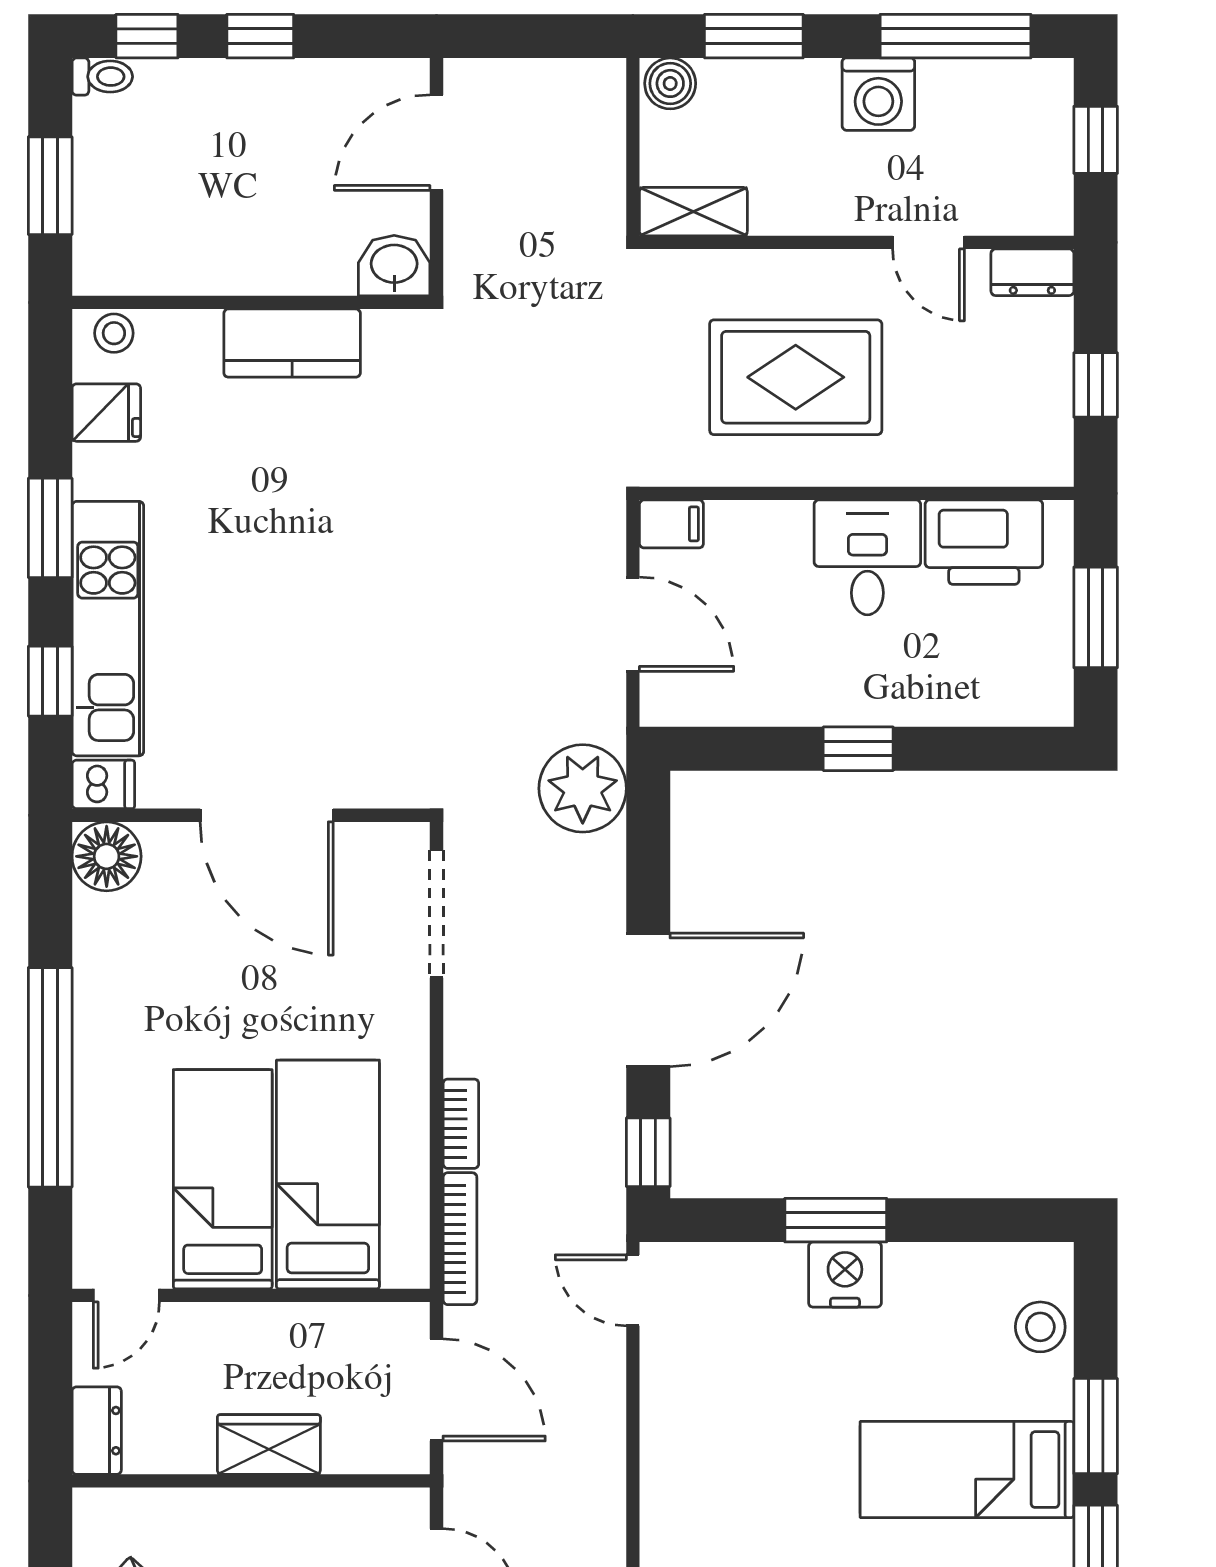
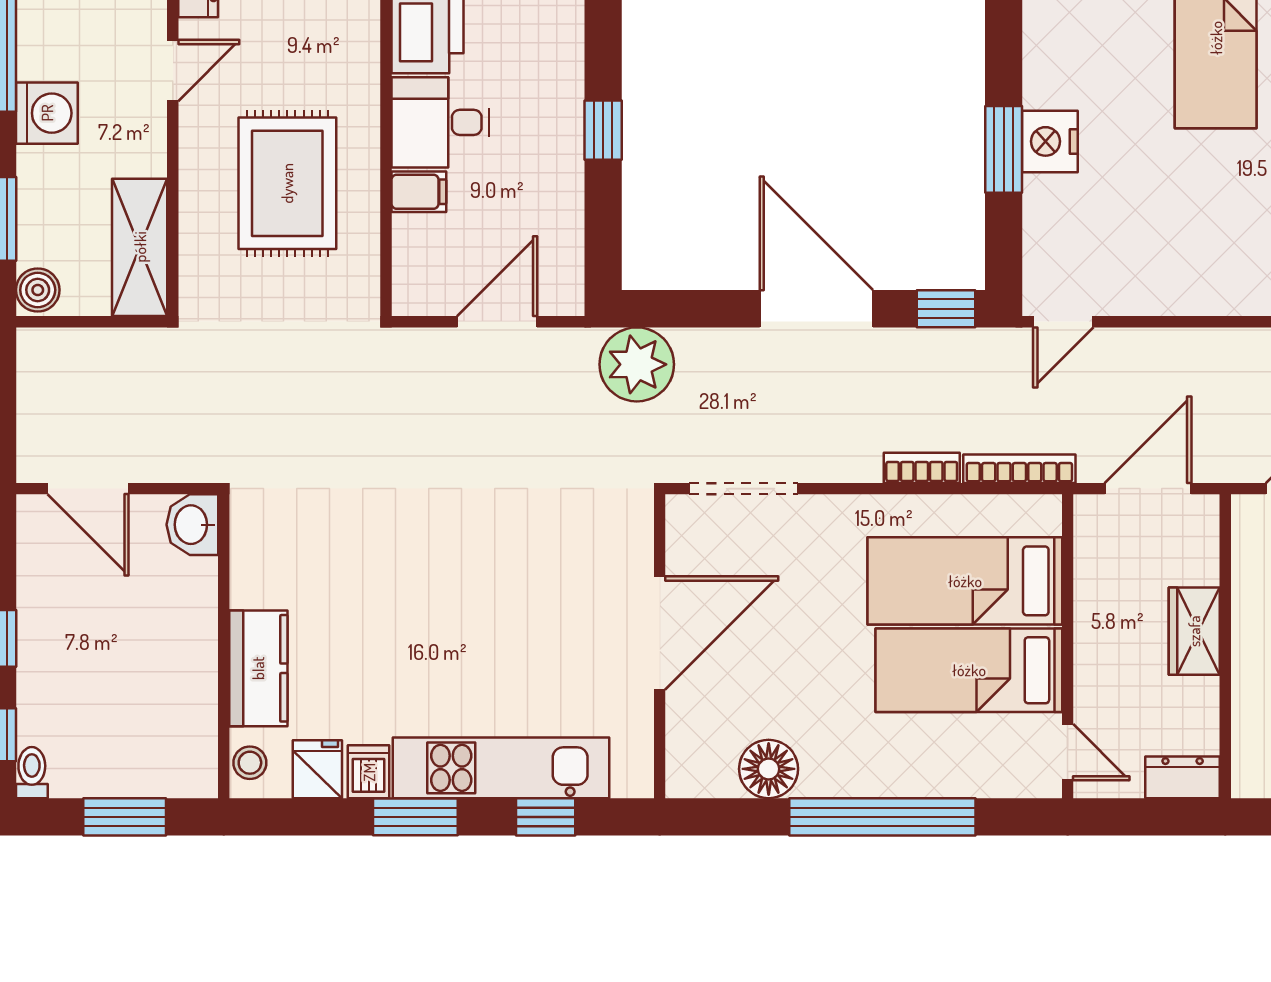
shelving: (693, 212) -> (140, 247), width x1.50, depth x1.33
kitchen counter: (292, 343) -> (258, 668), moved
filing cabinet: (671, 524) -> (419, 192), moved, turned 90
dishwasher: (103, 784) -> (369, 772), moved
floor lamp: (107, 856) -> (769, 769), moved

